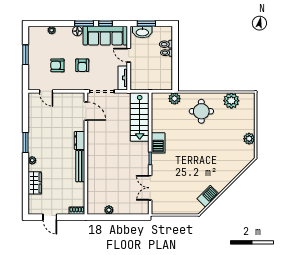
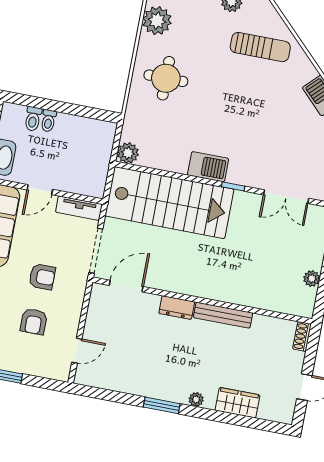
plant: (175, 99) -> (128, 153), moved
stairs: (140, 117) -> (169, 203), width x1.36, depth x1.51
sun lounger: (228, 159) -> (260, 47), added

